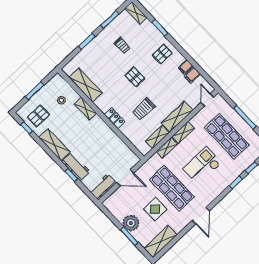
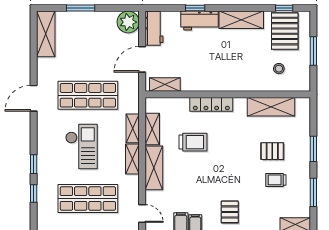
pallet: (135, 77) -> (272, 151), moved
shelving: (85, 109) -> (165, 84), moved
trolley: (144, 109) -> (193, 142), turned 90
pallet: (38, 116) -> (285, 31), width x1.50, depth x1.42
locker: (114, 118) -> (211, 104), width x1.53
display table: (155, 209) -> (83, 59), removed
door: (201, 216) -> (34, 98), hinge flipped
plant: (131, 223) -> (128, 22), moved

